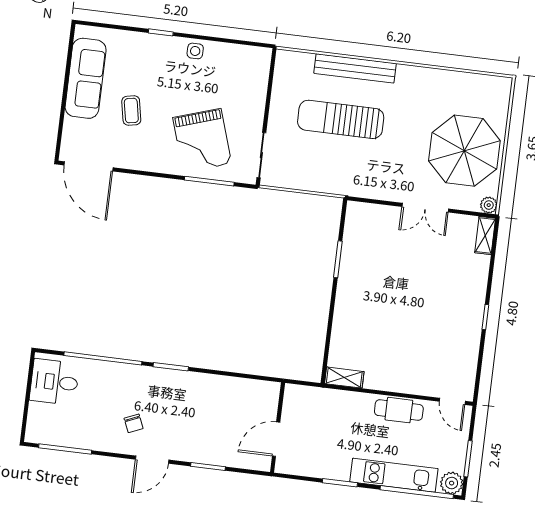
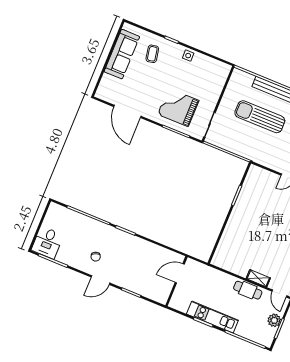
coffee table: (131, 111) -> (152, 54), moved
grand piano: (202, 141) -> (178, 107), turned 108
door: (88, 166) -> (127, 111), moved
shelving: (344, 378) -> (258, 278), moved
desk: (54, 382) -> (47, 243), moved, turned -90
door: (276, 439) -> (180, 273), moved
kitchen unit: (394, 475) -> (212, 317), moved
plant: (452, 483) -> (274, 320), moved

